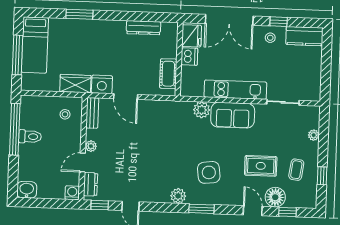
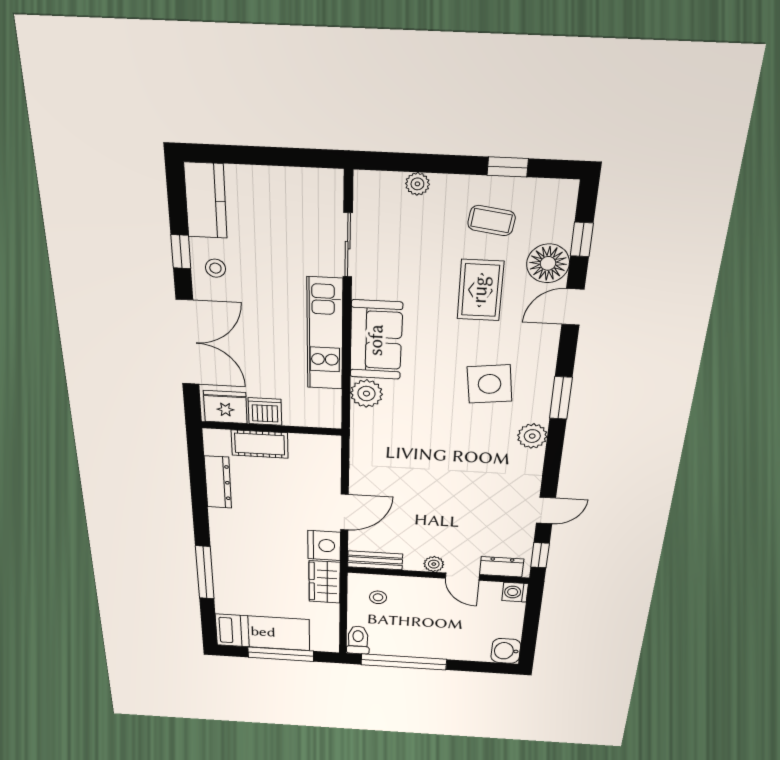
window: (79, 14) -> (205, 573), width x1.44
cot: (168, 74) -> (260, 444), moved
toilet: (30, 137) -> (358, 640), moved

